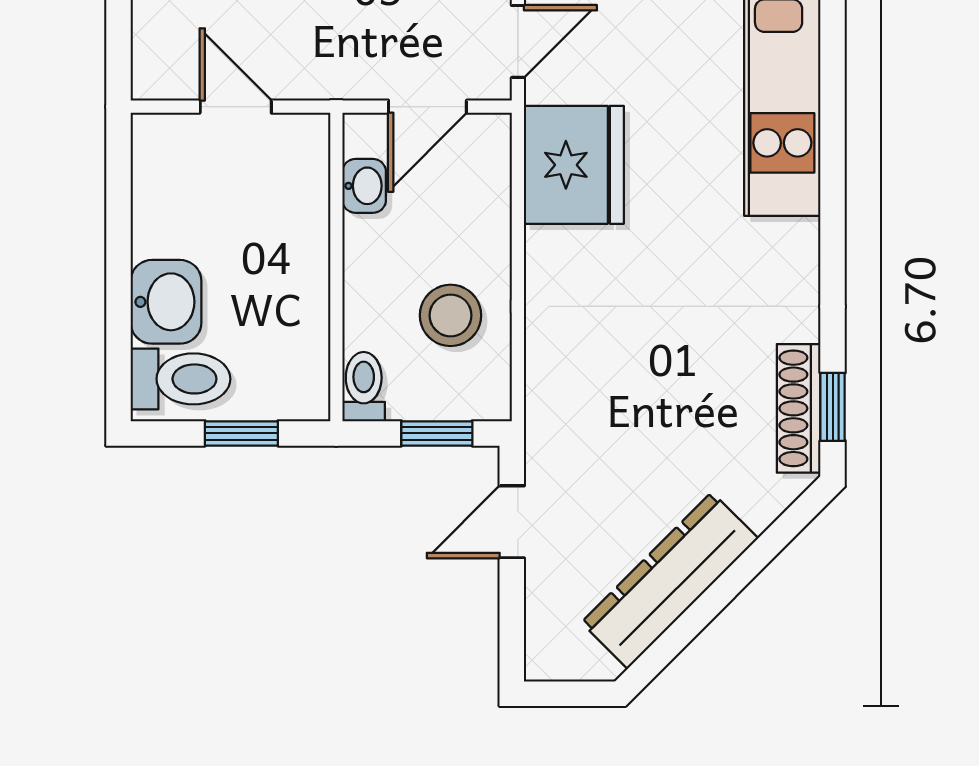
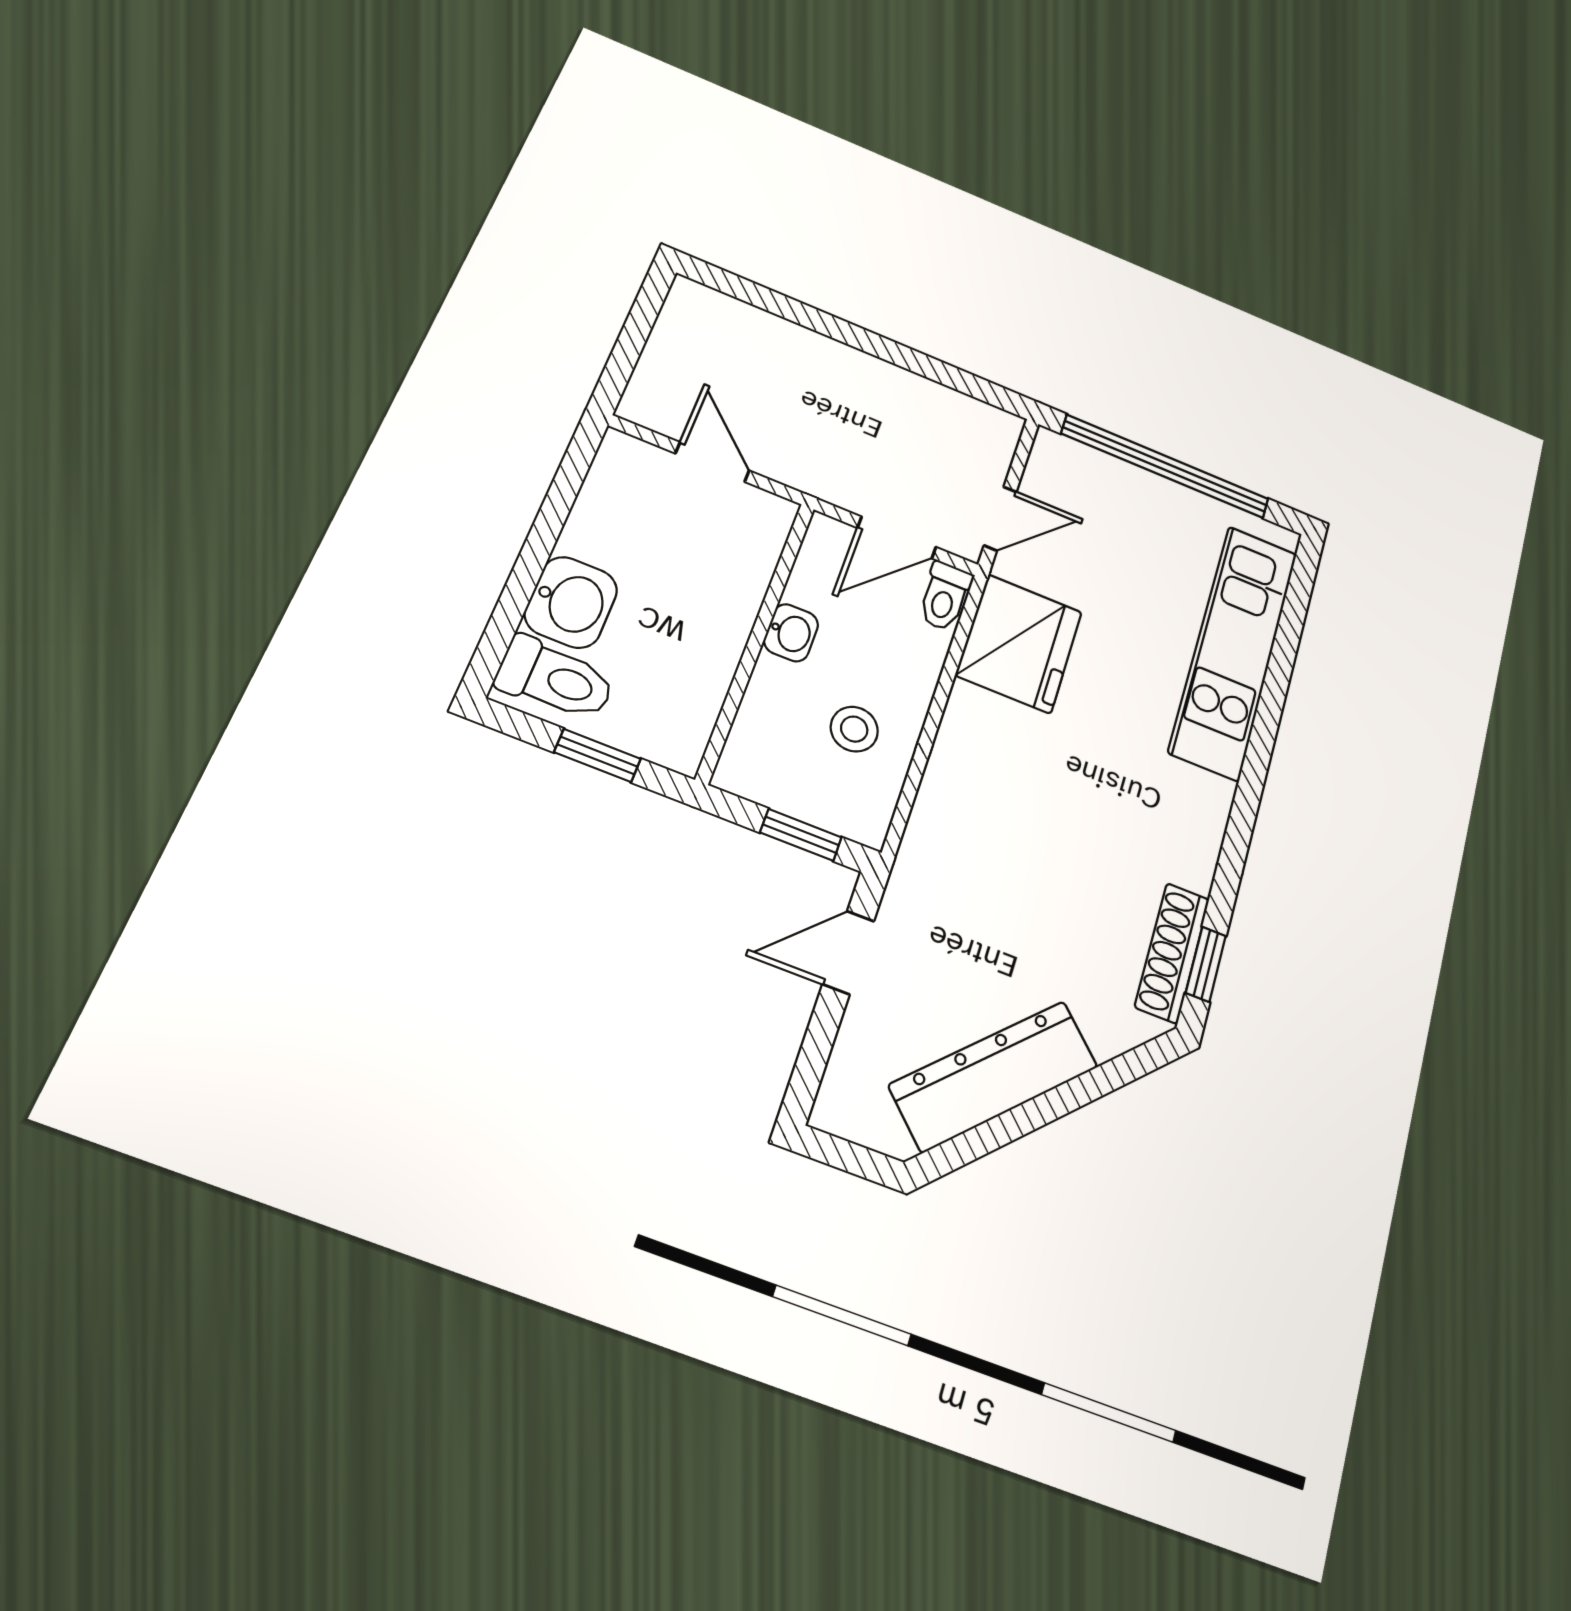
washbasin: (364, 186) -> (791, 633), moved
stool: (451, 315) -> (854, 729), width x0.73, depth x0.73
toilet: (364, 387) -> (945, 596), moved, turned 180

